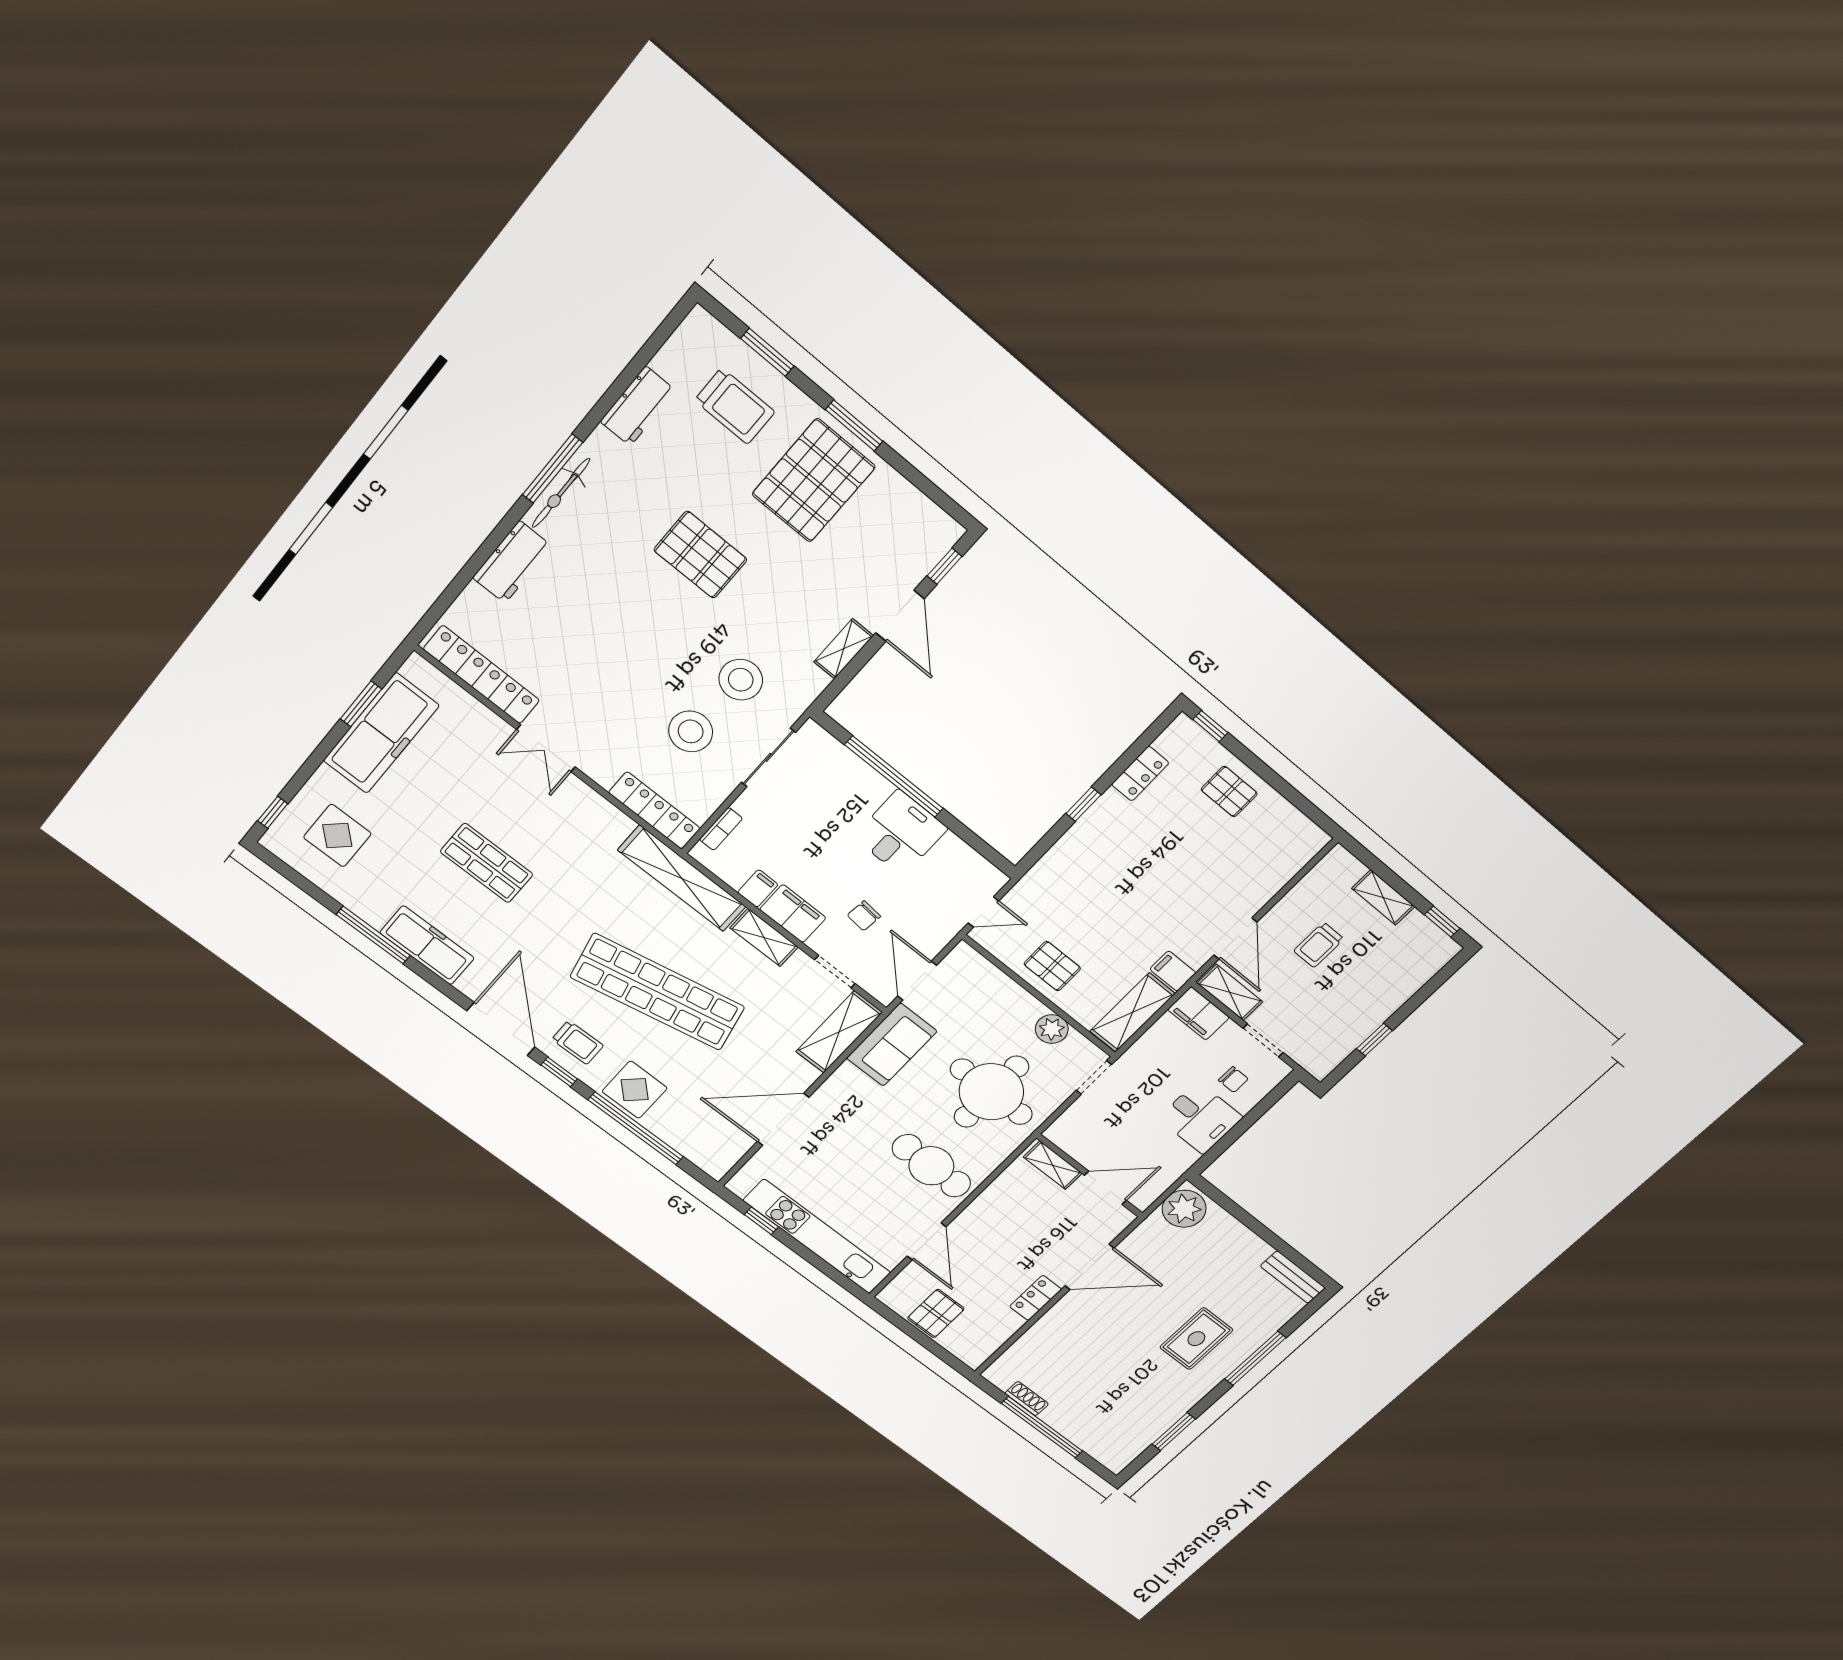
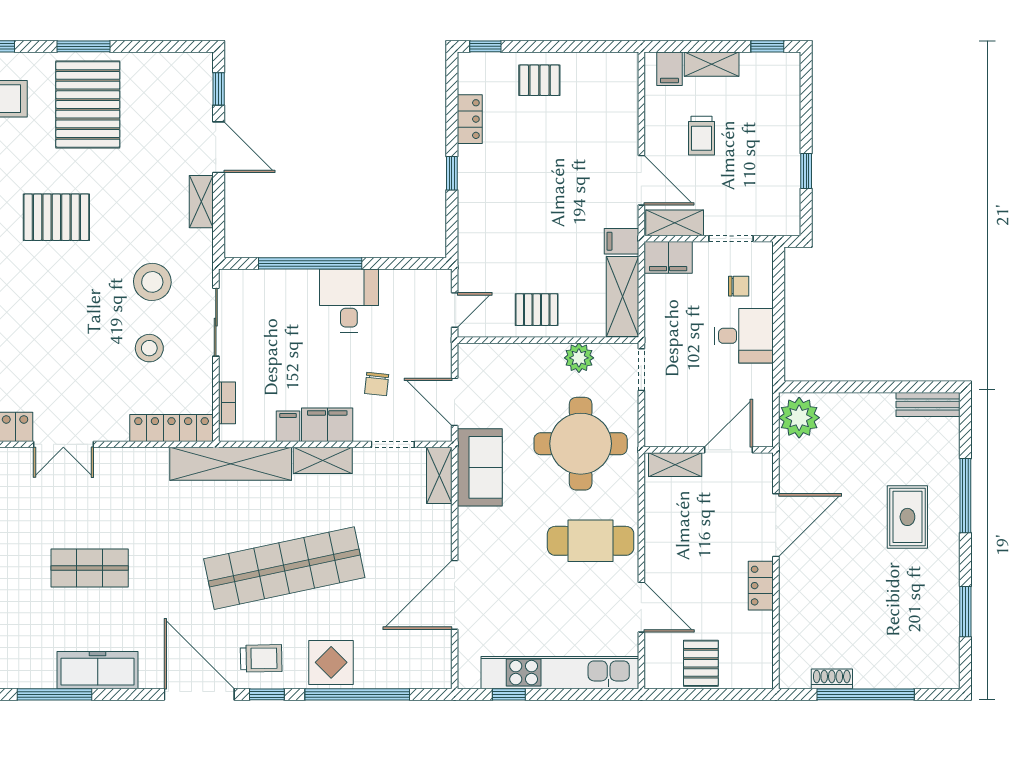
stool: (691, 731) -> (149, 348), width x0.73, depth x0.73
filing cabinet: (1346, 872) -> (669, 69), added
shelving: (839, 1032) -> (439, 475), width x0.67, depth x0.75

